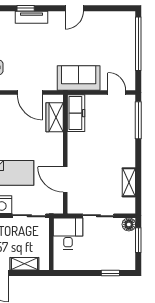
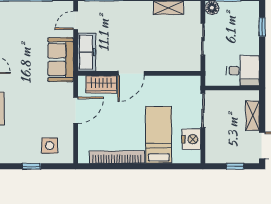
freezer: (76, 113) -> (87, 52), moved, turned 90
door: (65, 180) -> (131, 73), moved
desk: (68, 234) -> (243, 71), moved, turned 180

